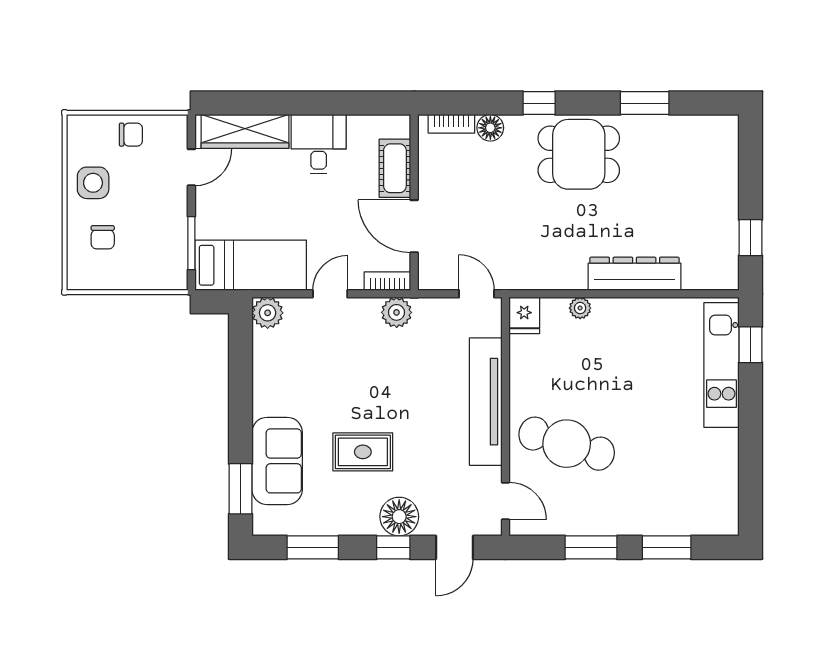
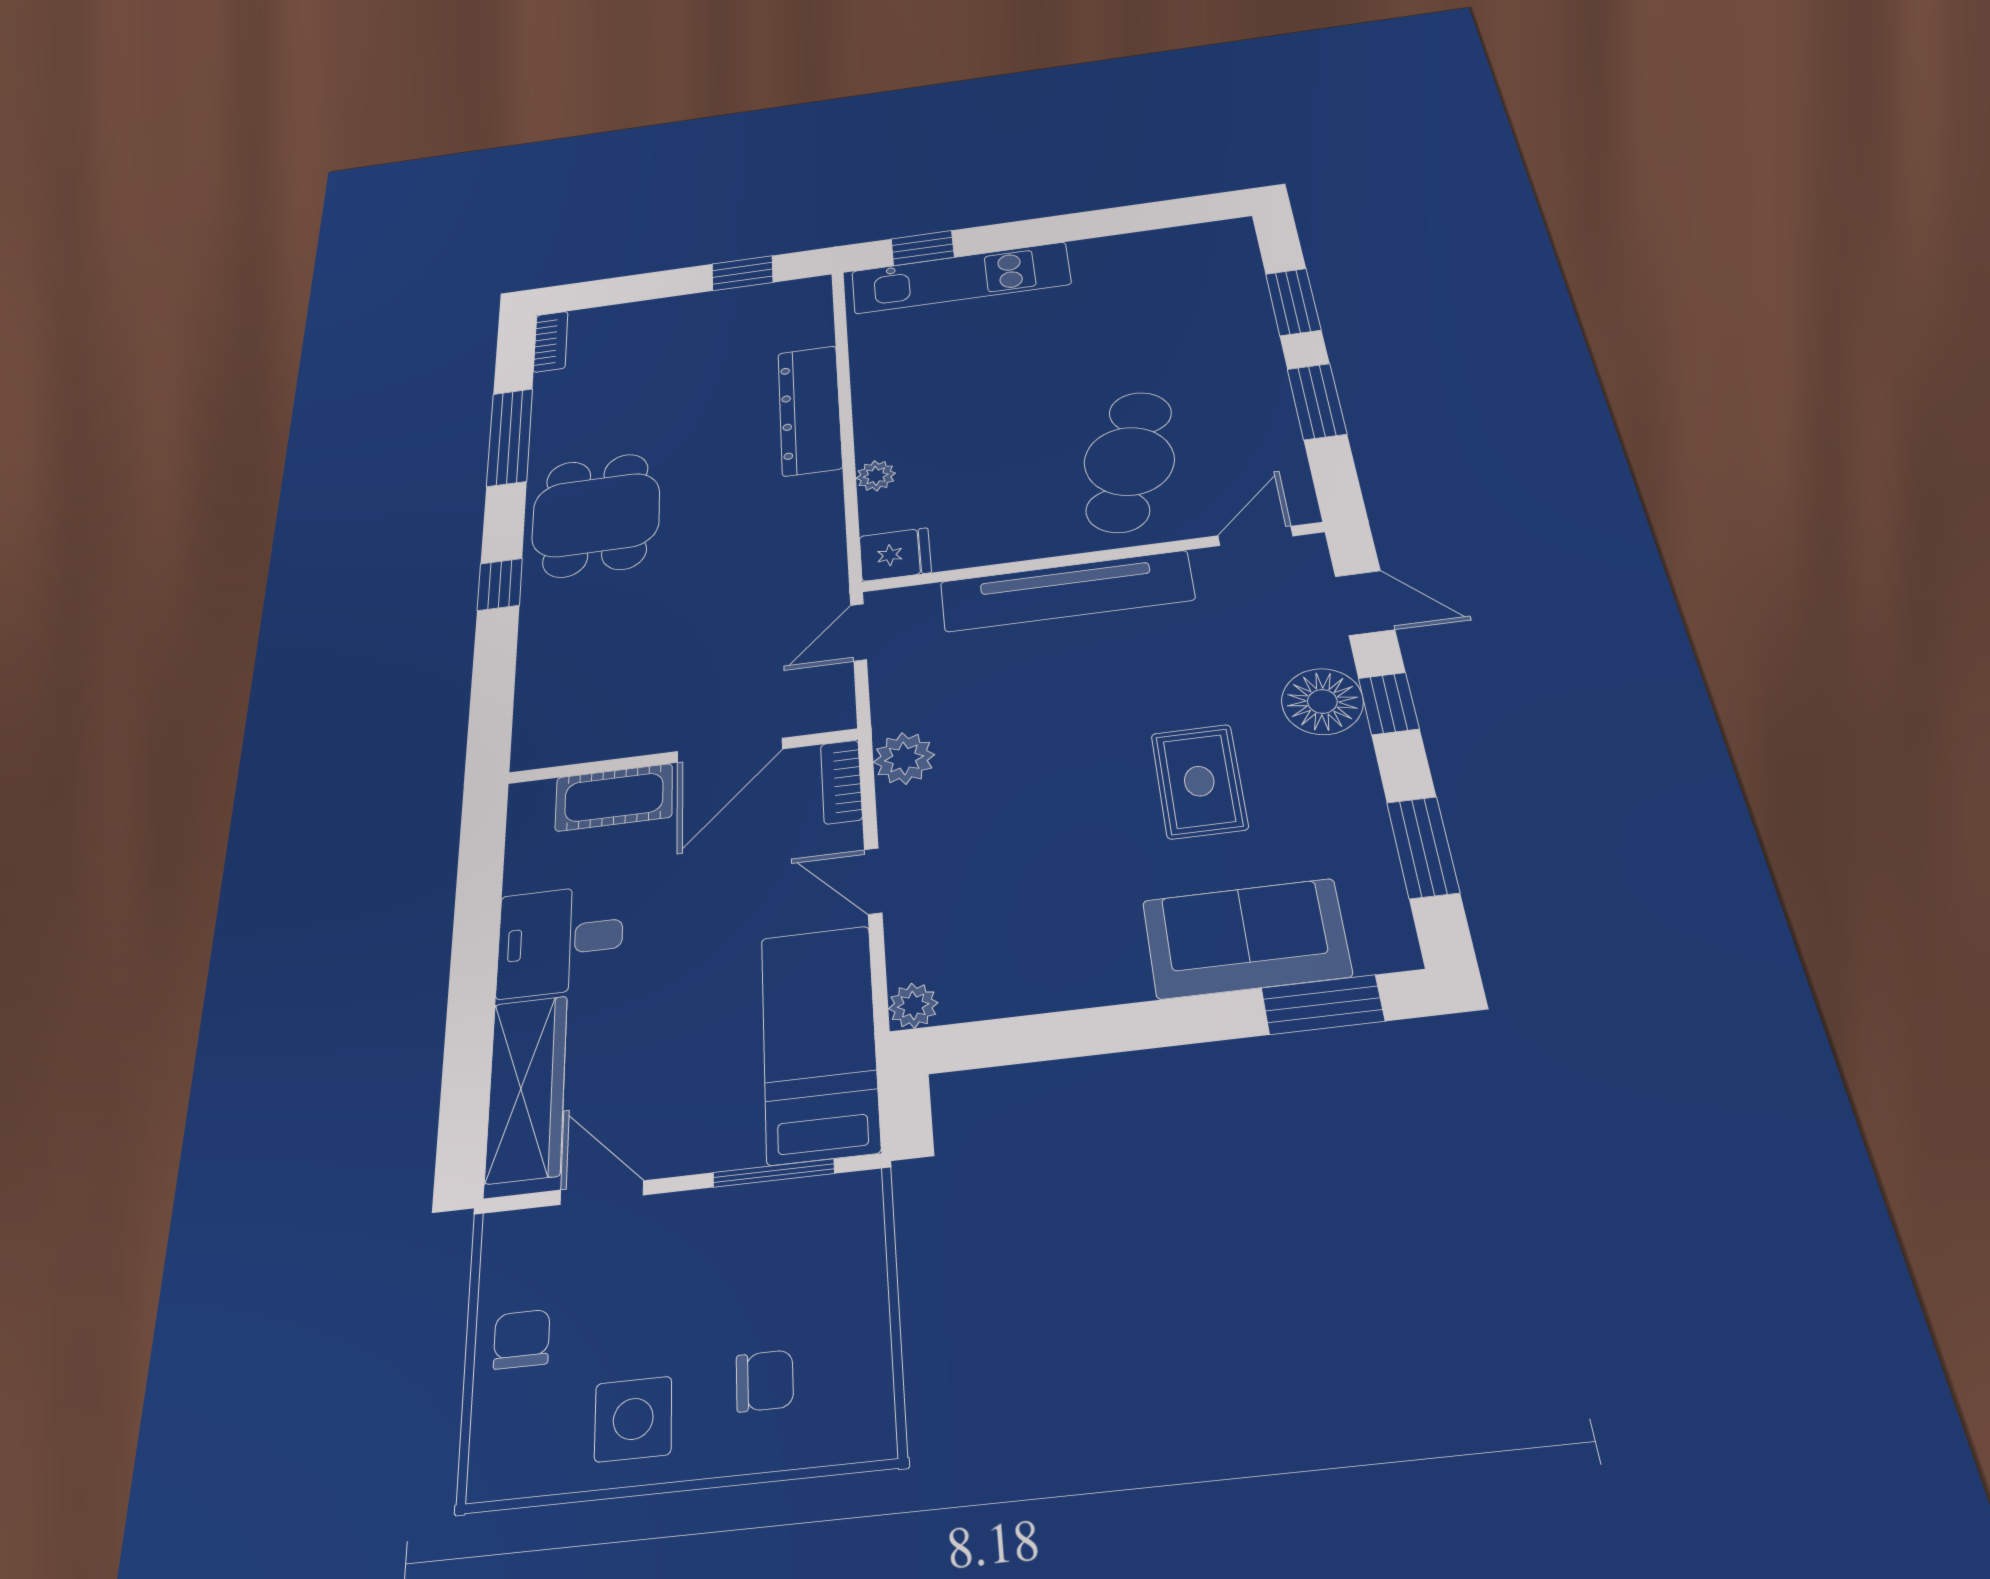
window: (645, 103) -> (510, 437), width x1.44
bookcase: (451, 124) -> (551, 342), moved
floor lamp: (490, 128) -> (541, 652), removed
plant: (268, 313) -> (913, 1006), width x0.73, depth x0.73

